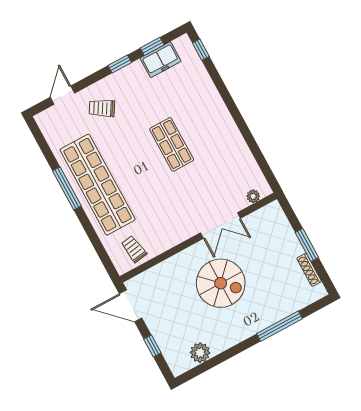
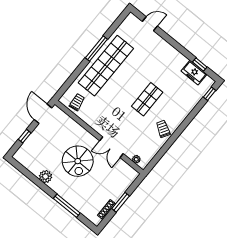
window: (120, 64) -> (182, 50), removed
trolley: (102, 108) -> (163, 129), moved
plant: (200, 353) -> (46, 177), moved

